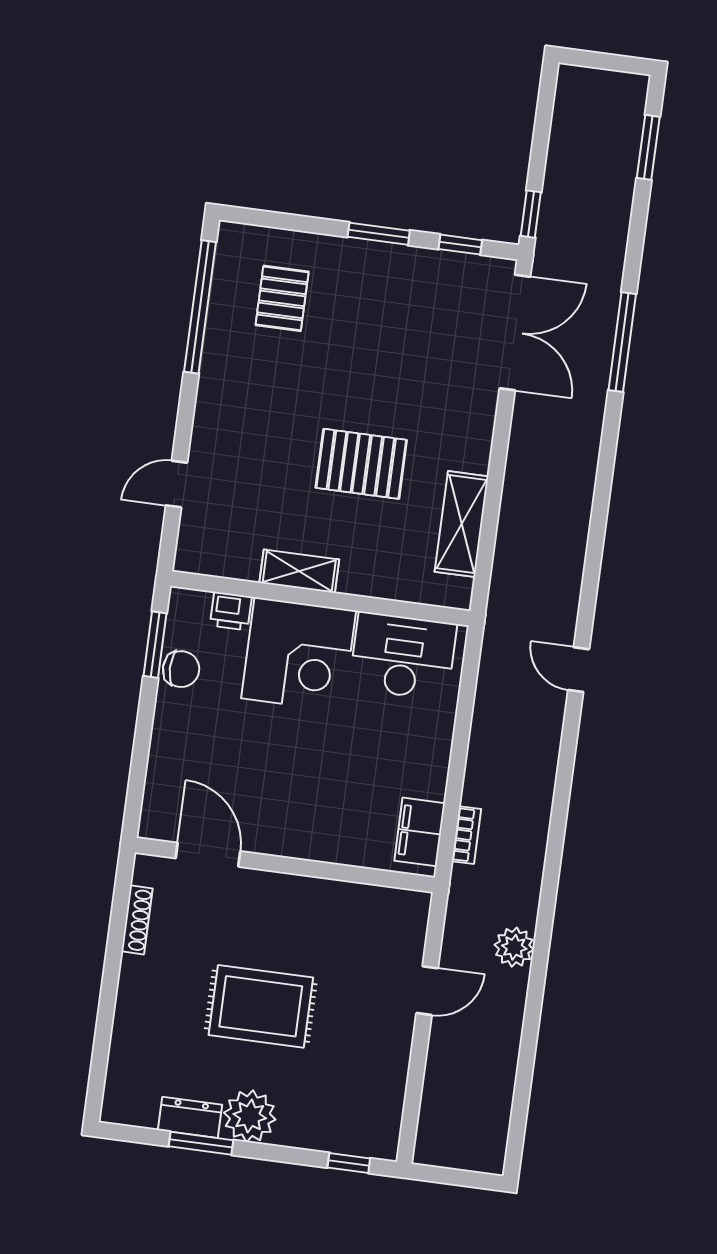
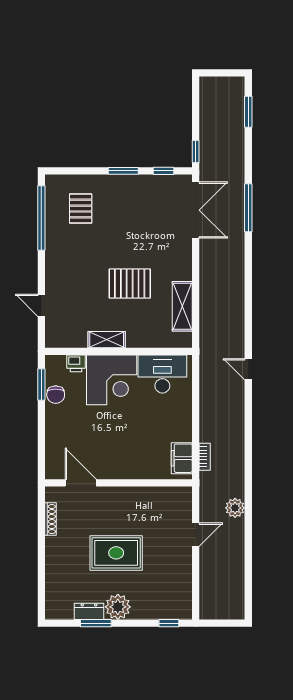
door: (176, 484) -> (41, 305), hinge flipped
chair: (181, 669) -> (56, 395), turned 90

